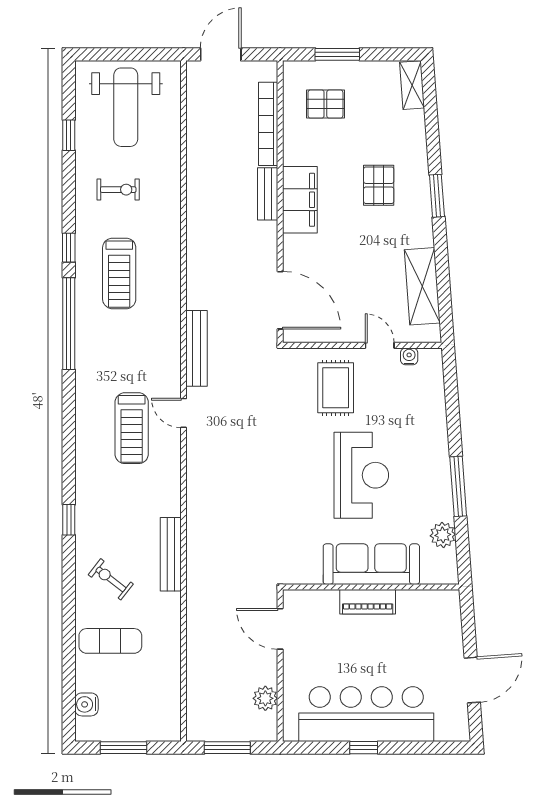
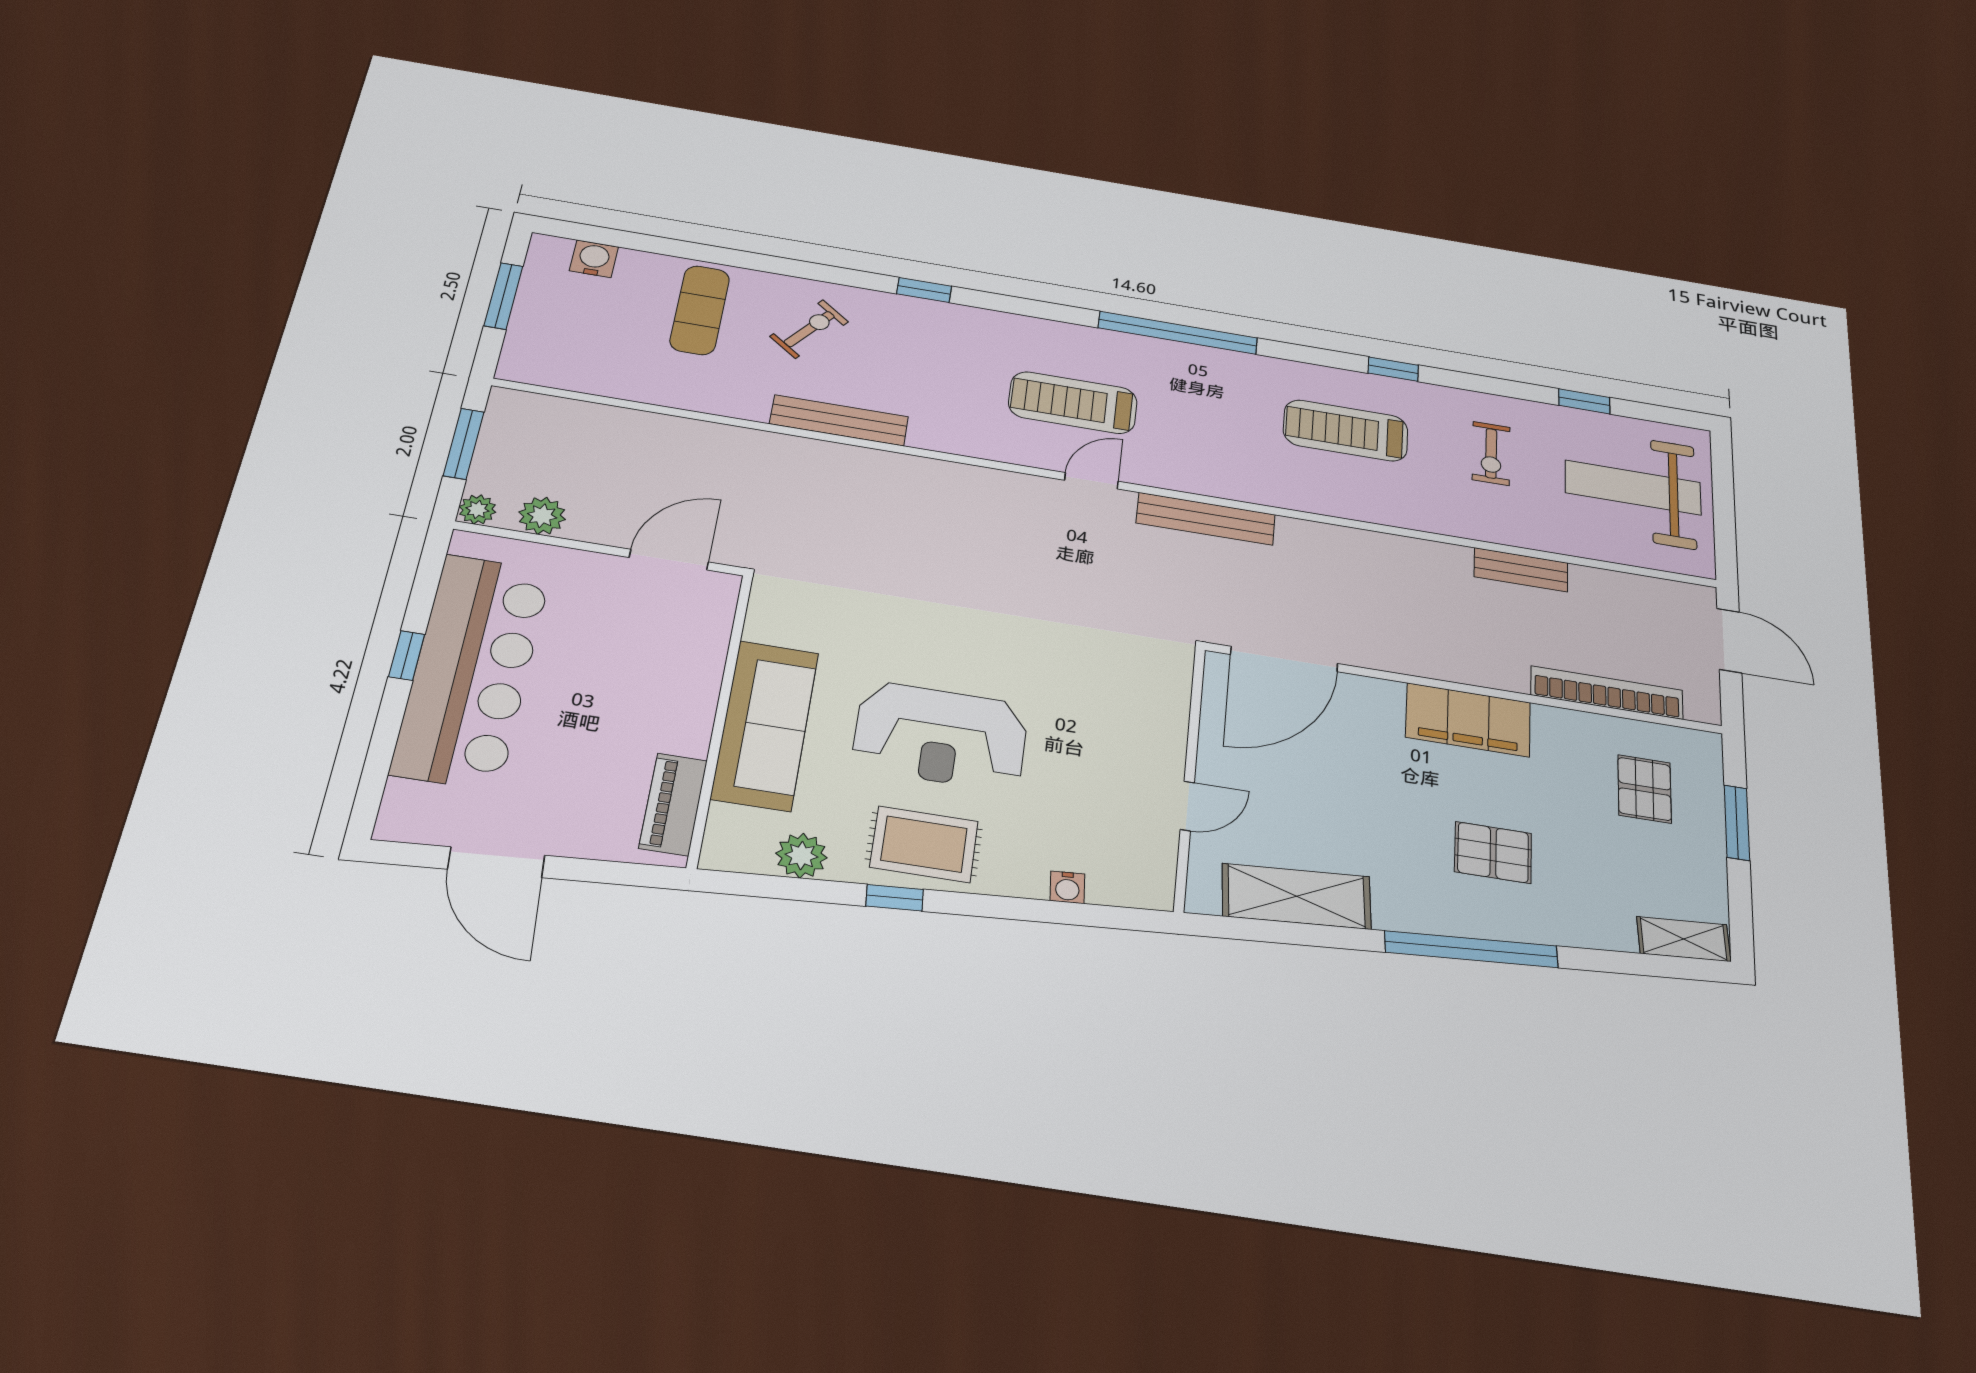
bench: (268, 194) -> (1521, 570), moved
window: (437, 196) -> (1471, 949), width x2.11
window: (69, 324) -> (1178, 333), moved
water cooler: (409, 356) -> (1067, 887), moved, turned 86
rug: (336, 388) -> (924, 844), moved
window: (458, 486) -> (895, 898), width x0.46
piano: (368, 602) -> (673, 804), moved
plant: (268, 732) -> (477, 509), added

